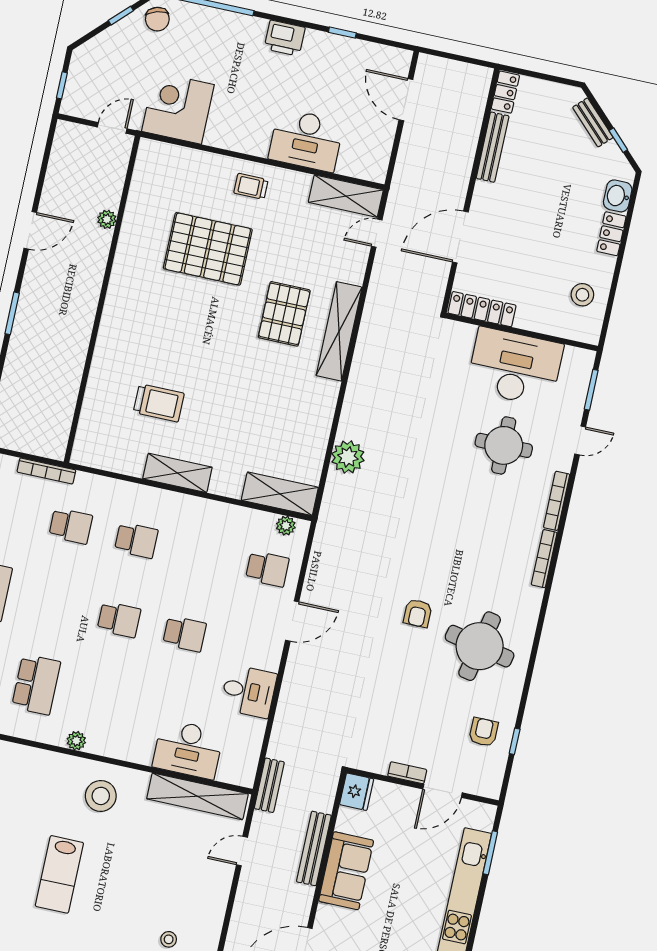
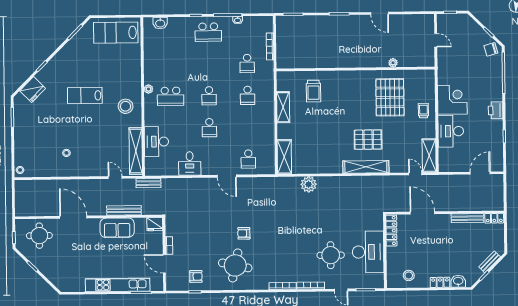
corner desk: (178, 108) -> (452, 100), moved
plant: (107, 219) -> (393, 63), moved
wall: (102, 299) -> (356, 69), moved
plant: (286, 526) -> (270, 163), removed
school desk: (36, 685) -> (171, 96), moved

